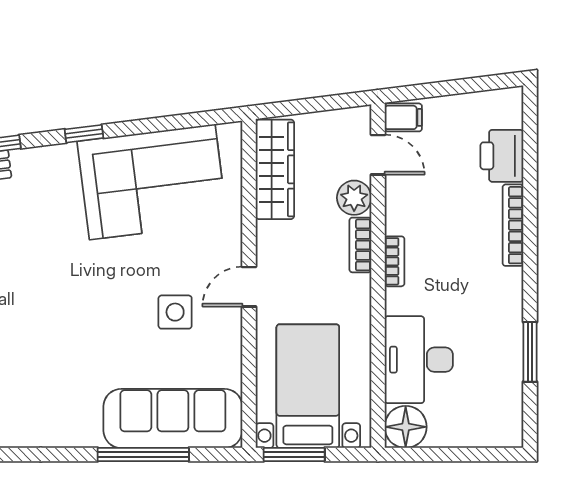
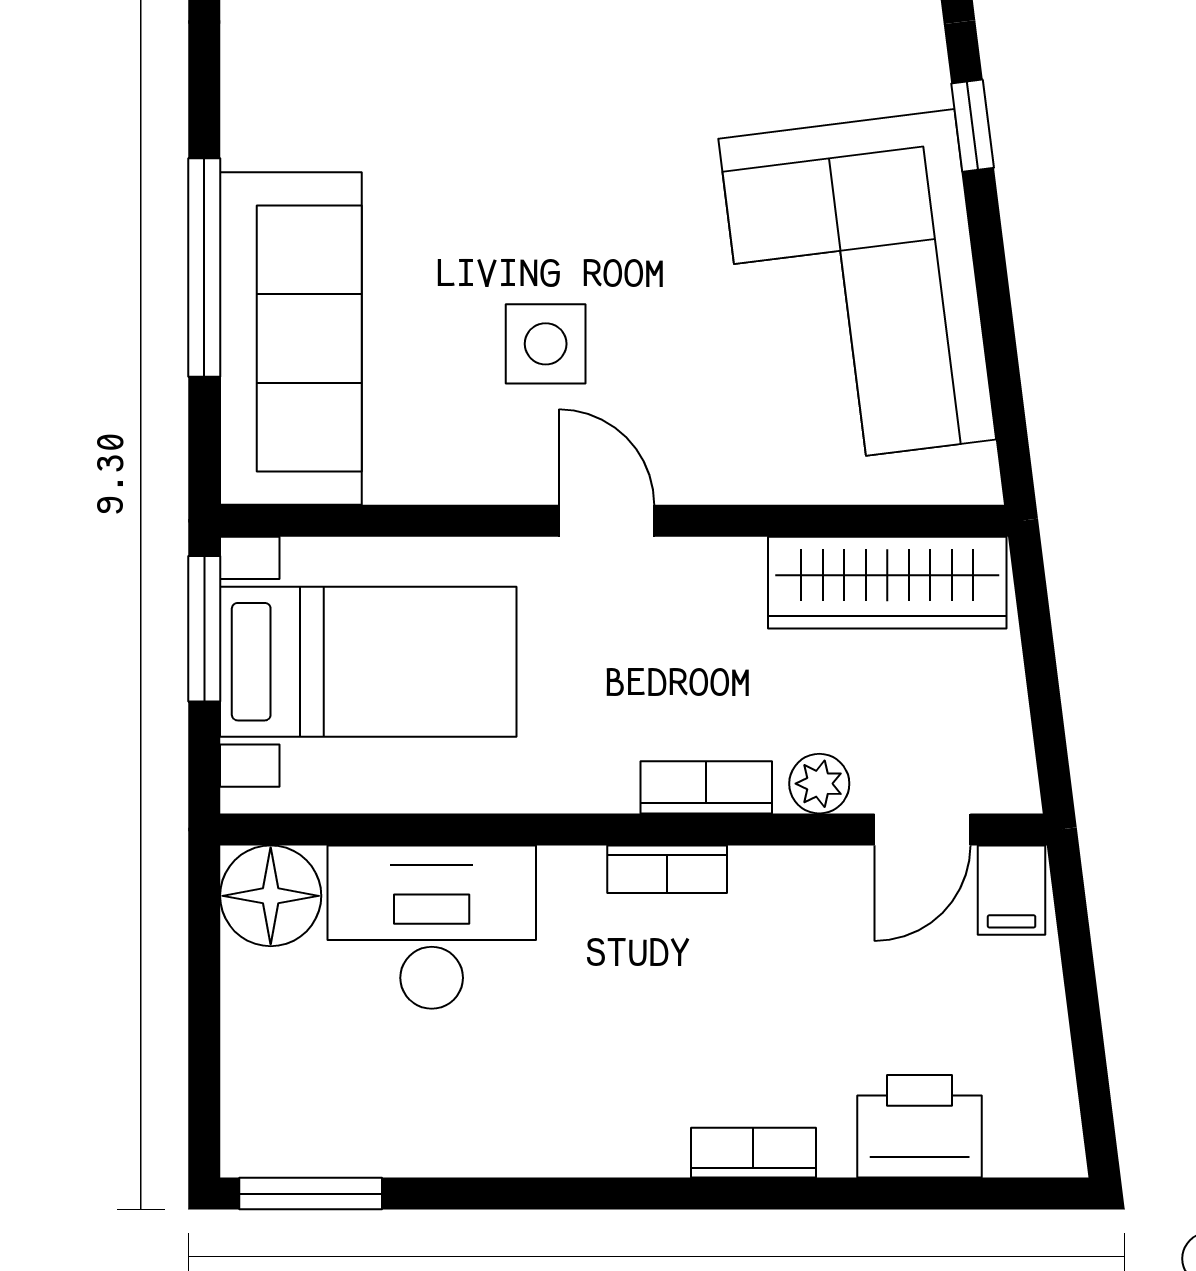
plant: (354, 198) -> (819, 784), width x0.73, depth x0.73
bookcase: (513, 225) -> (753, 1153), width x0.64
window: (530, 352) -> (311, 1194), moved

